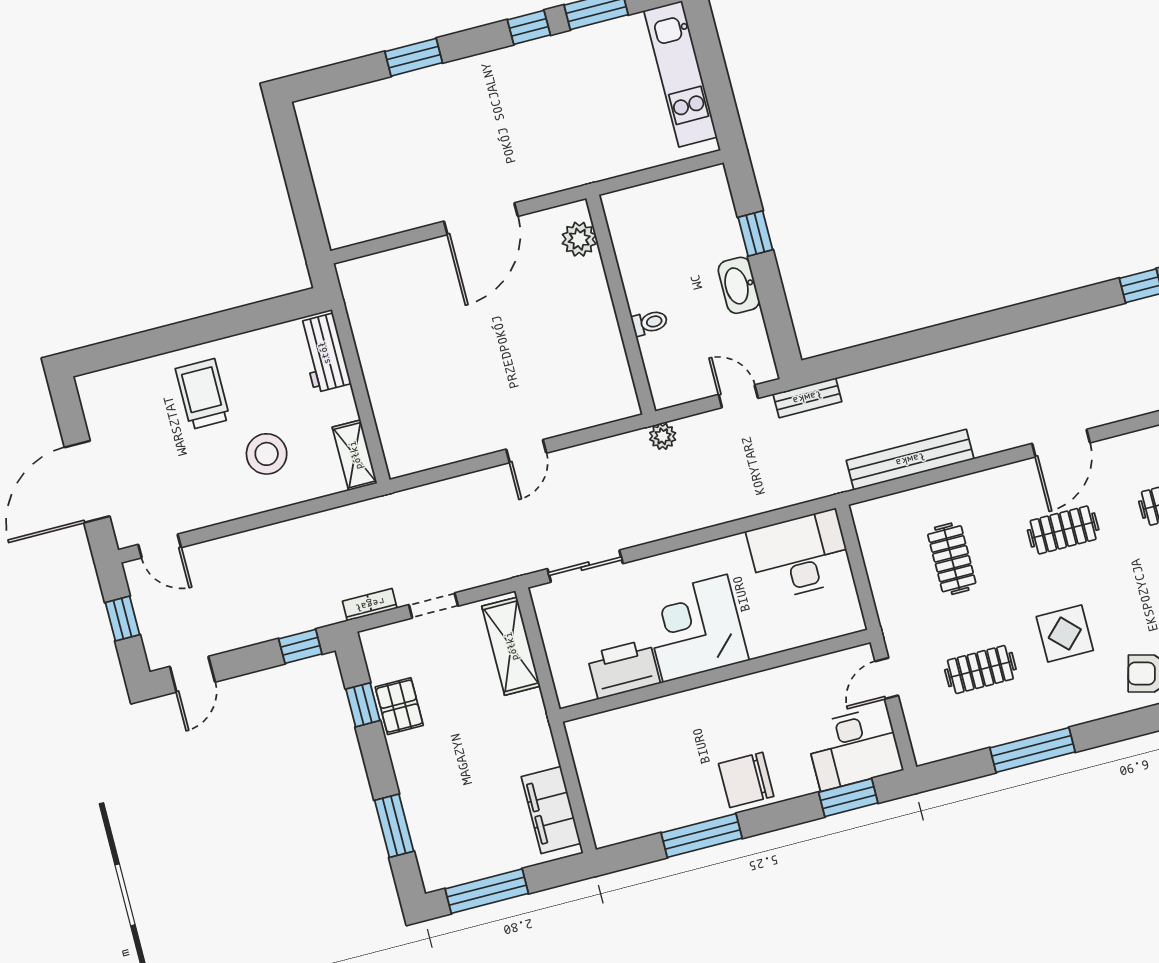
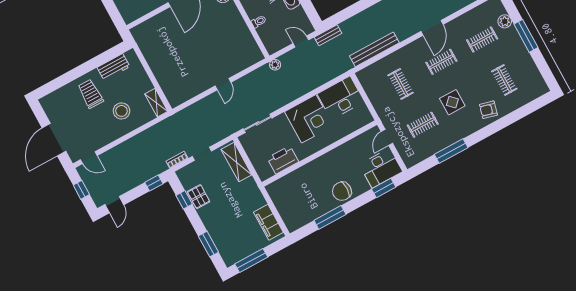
workbench: (324, 353) -> (113, 67), moved, turned -90
corner desk: (695, 628) -> (309, 119), moved, turned 180

